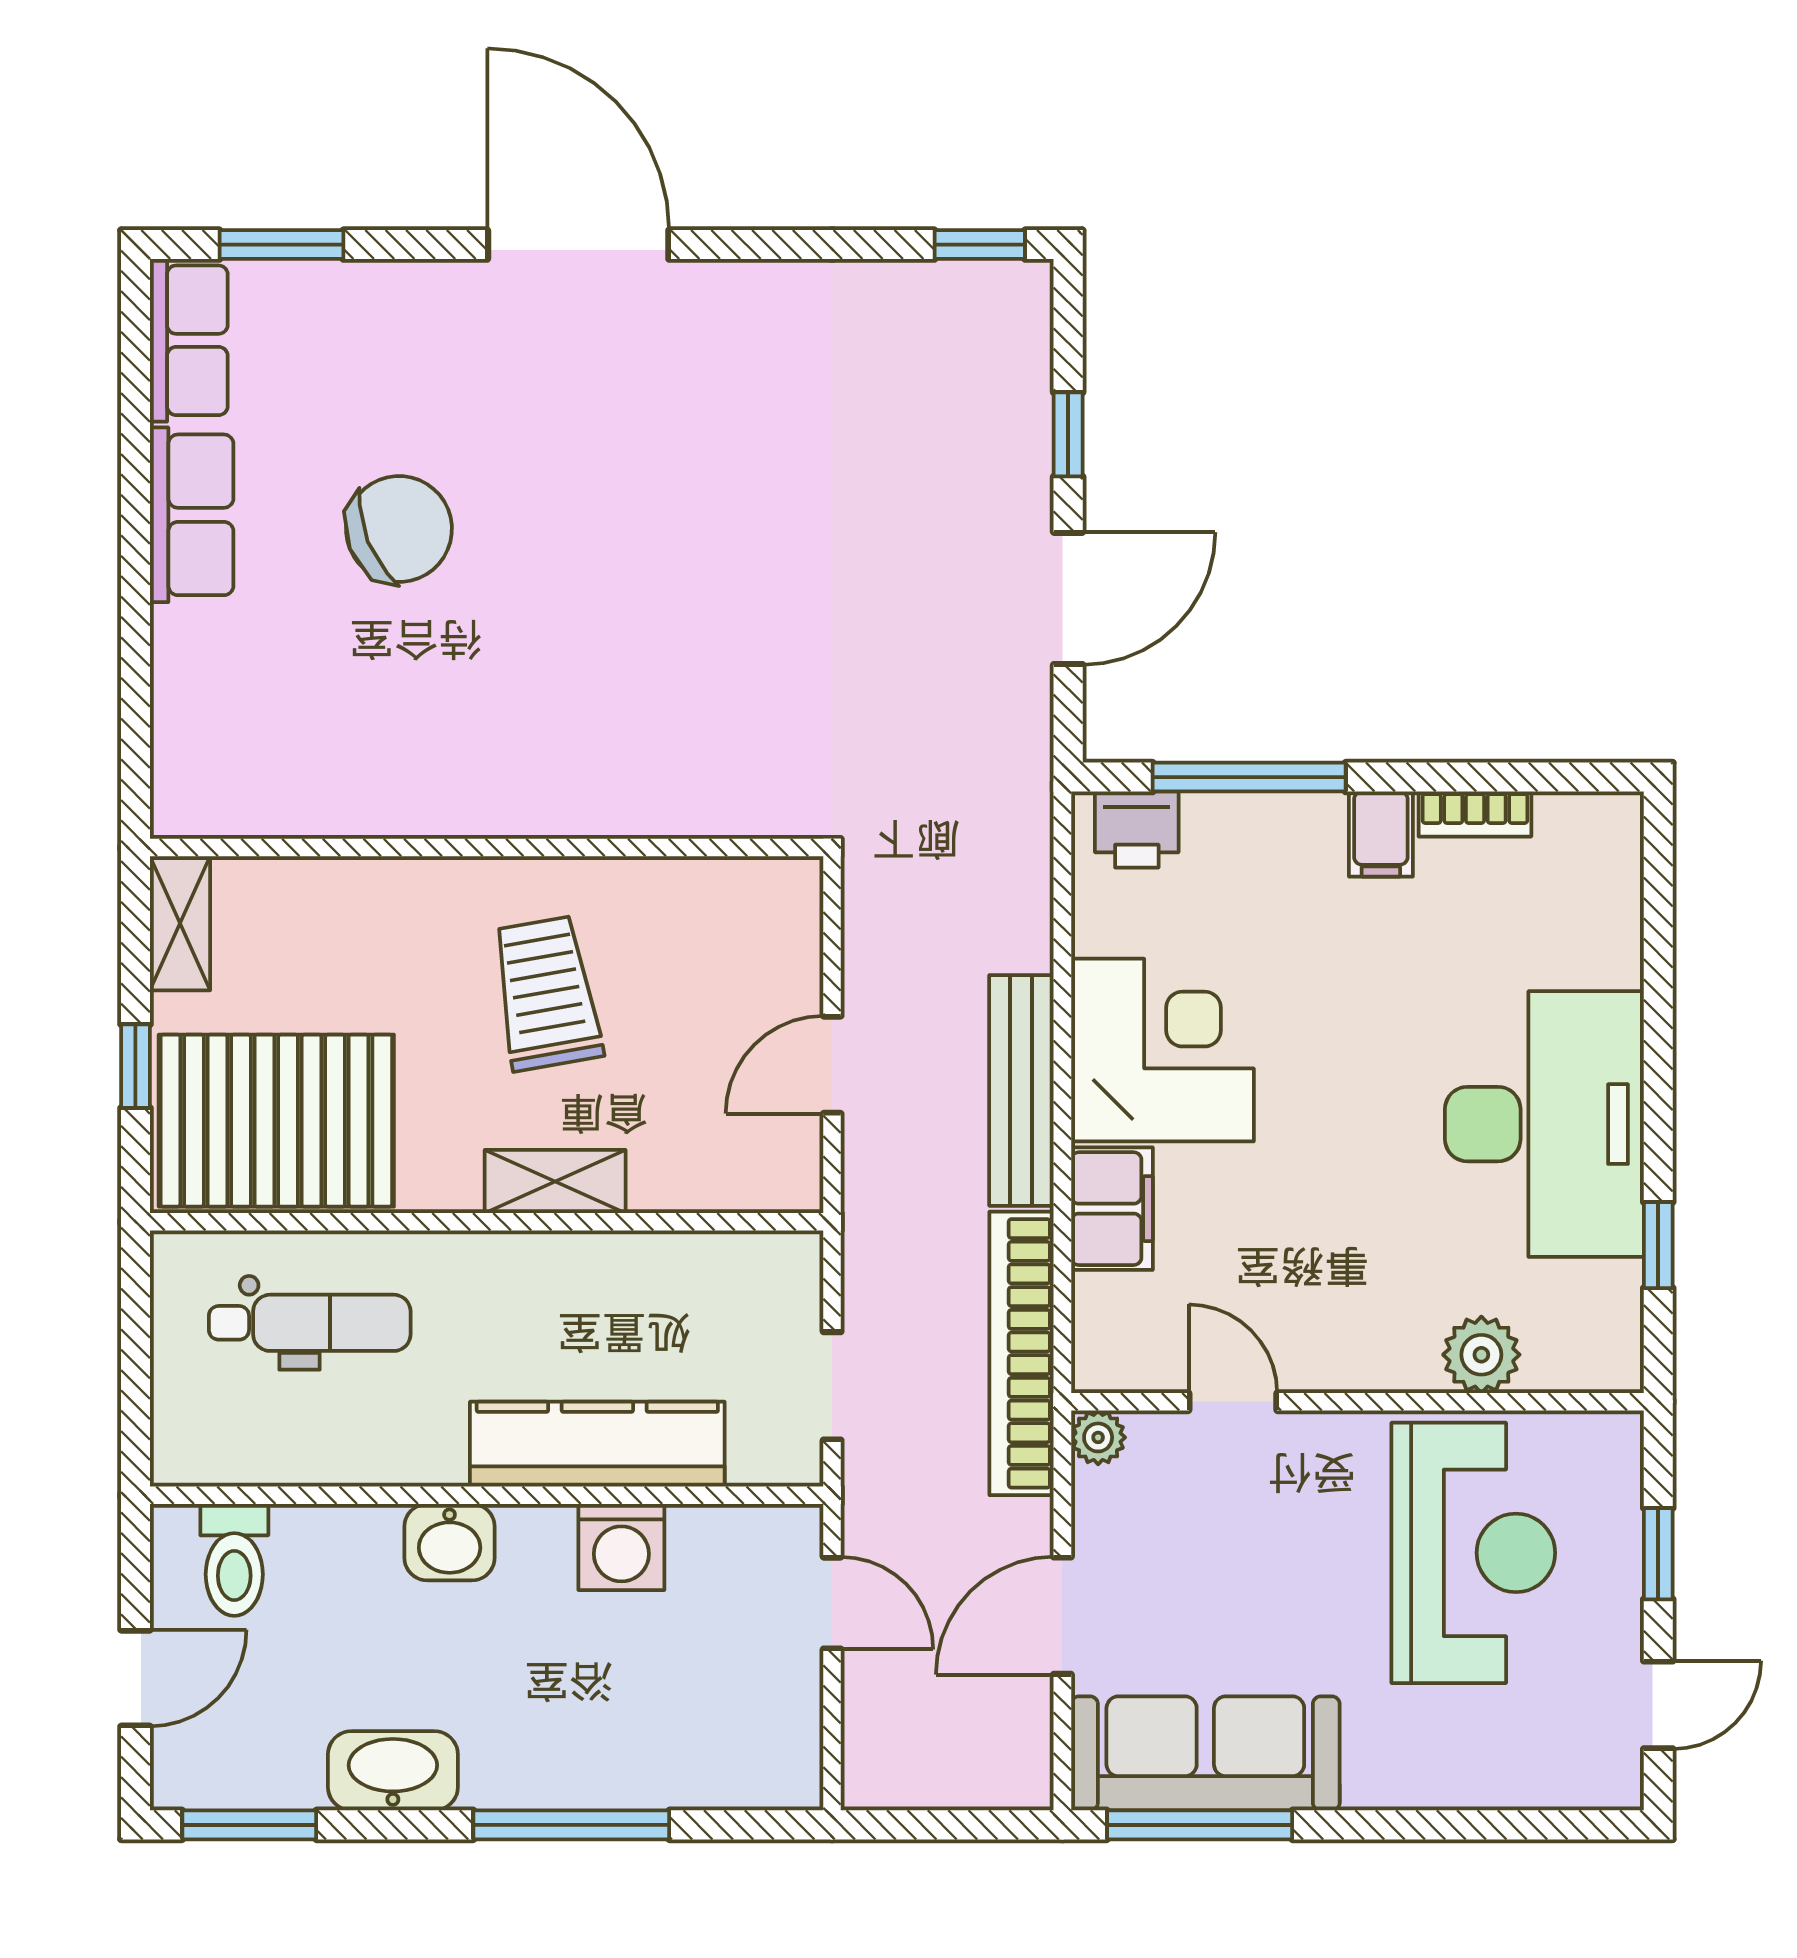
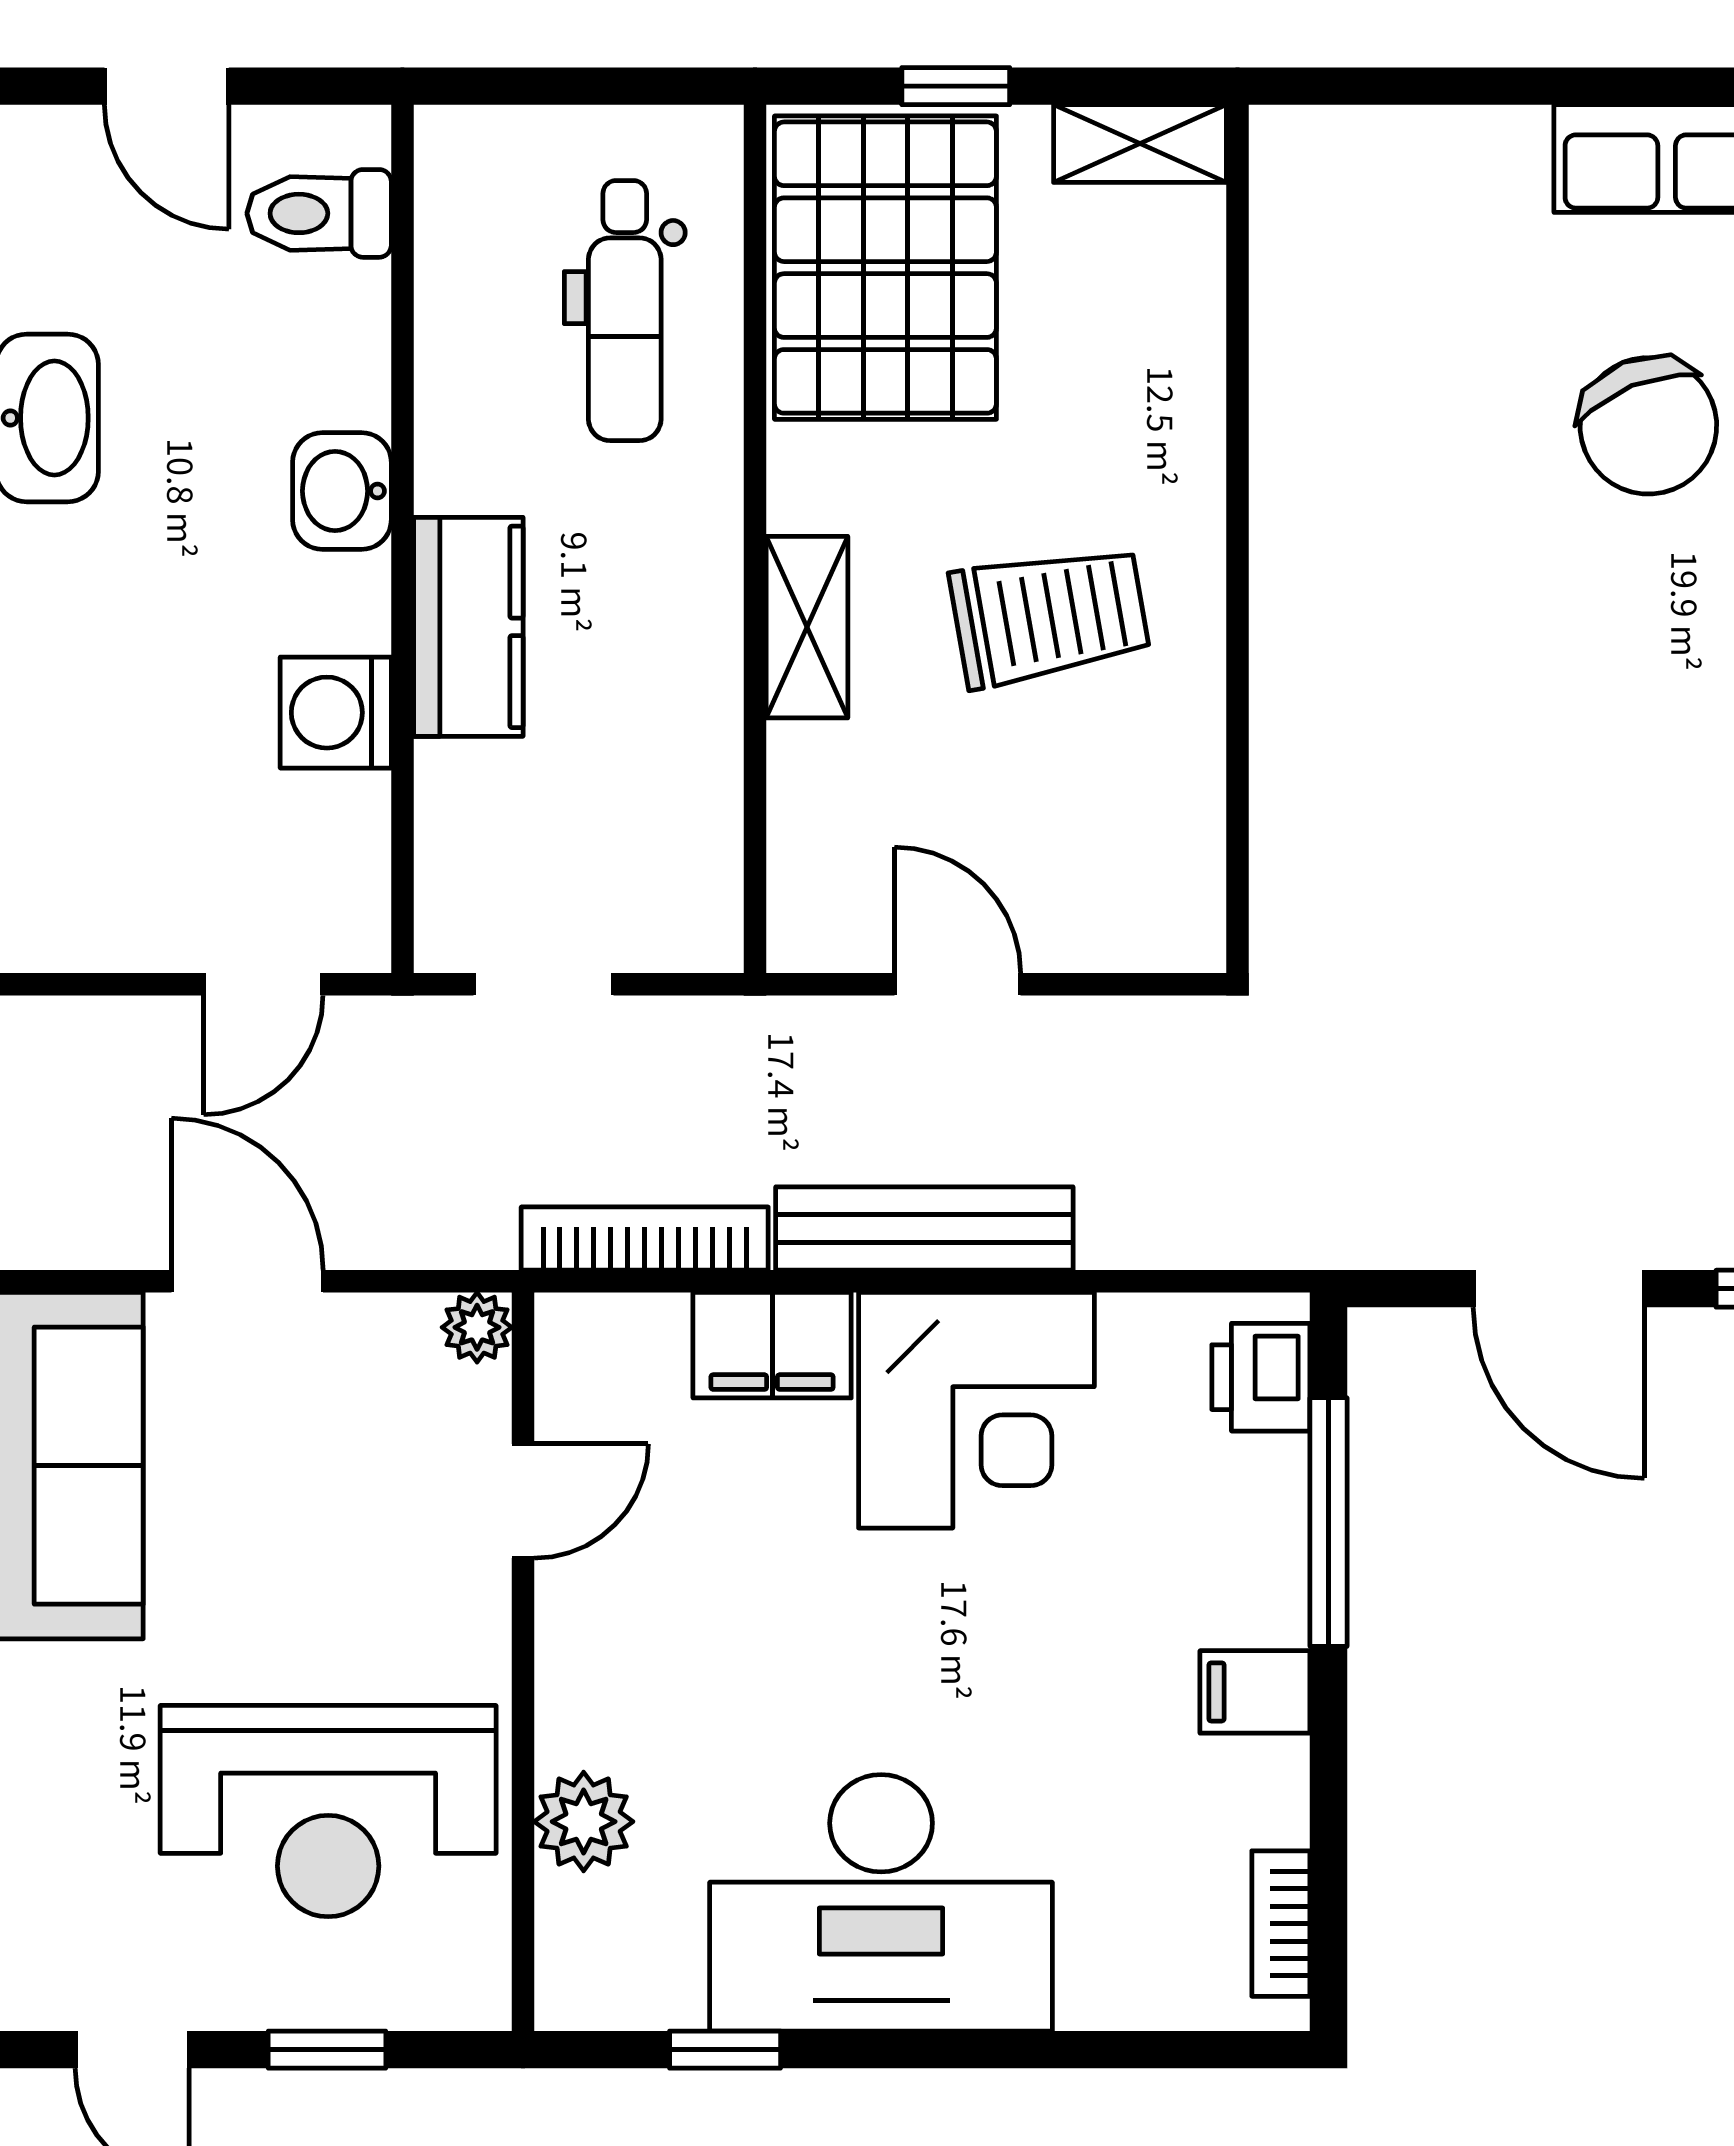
bookcase: (1475, 814) -> (1281, 1924), moved
bookcase: (1022, 1353) -> (645, 1239), width x0.68, depth x0.76
kitchen counter: (597, 1444) -> (468, 627), width x0.67

